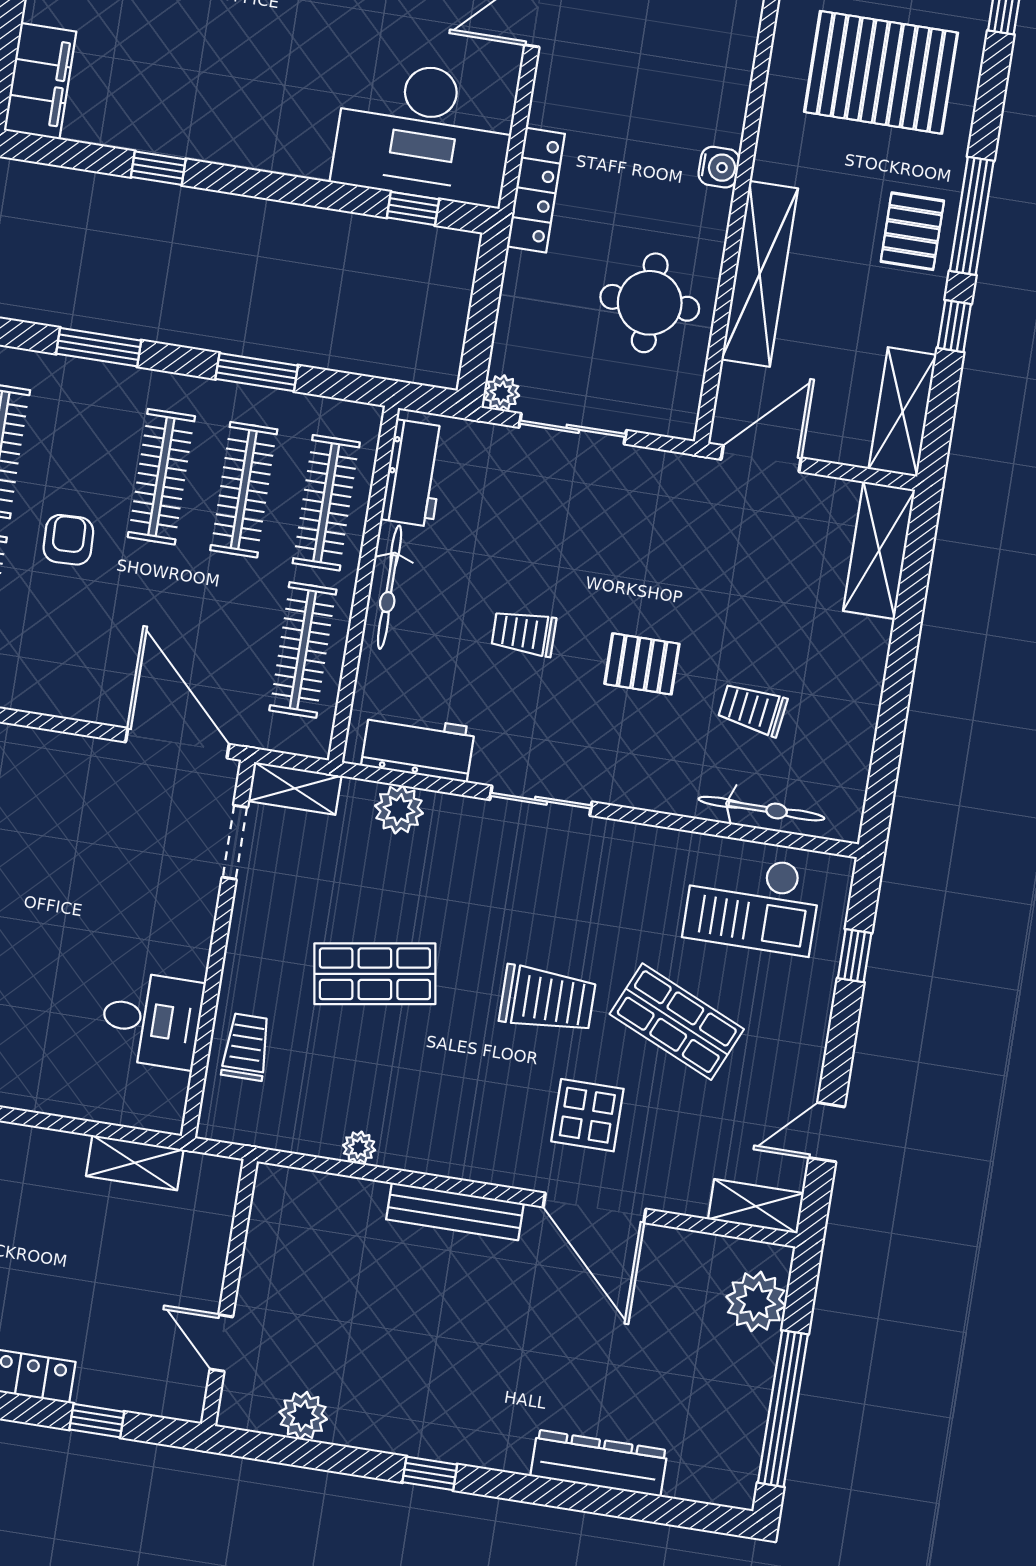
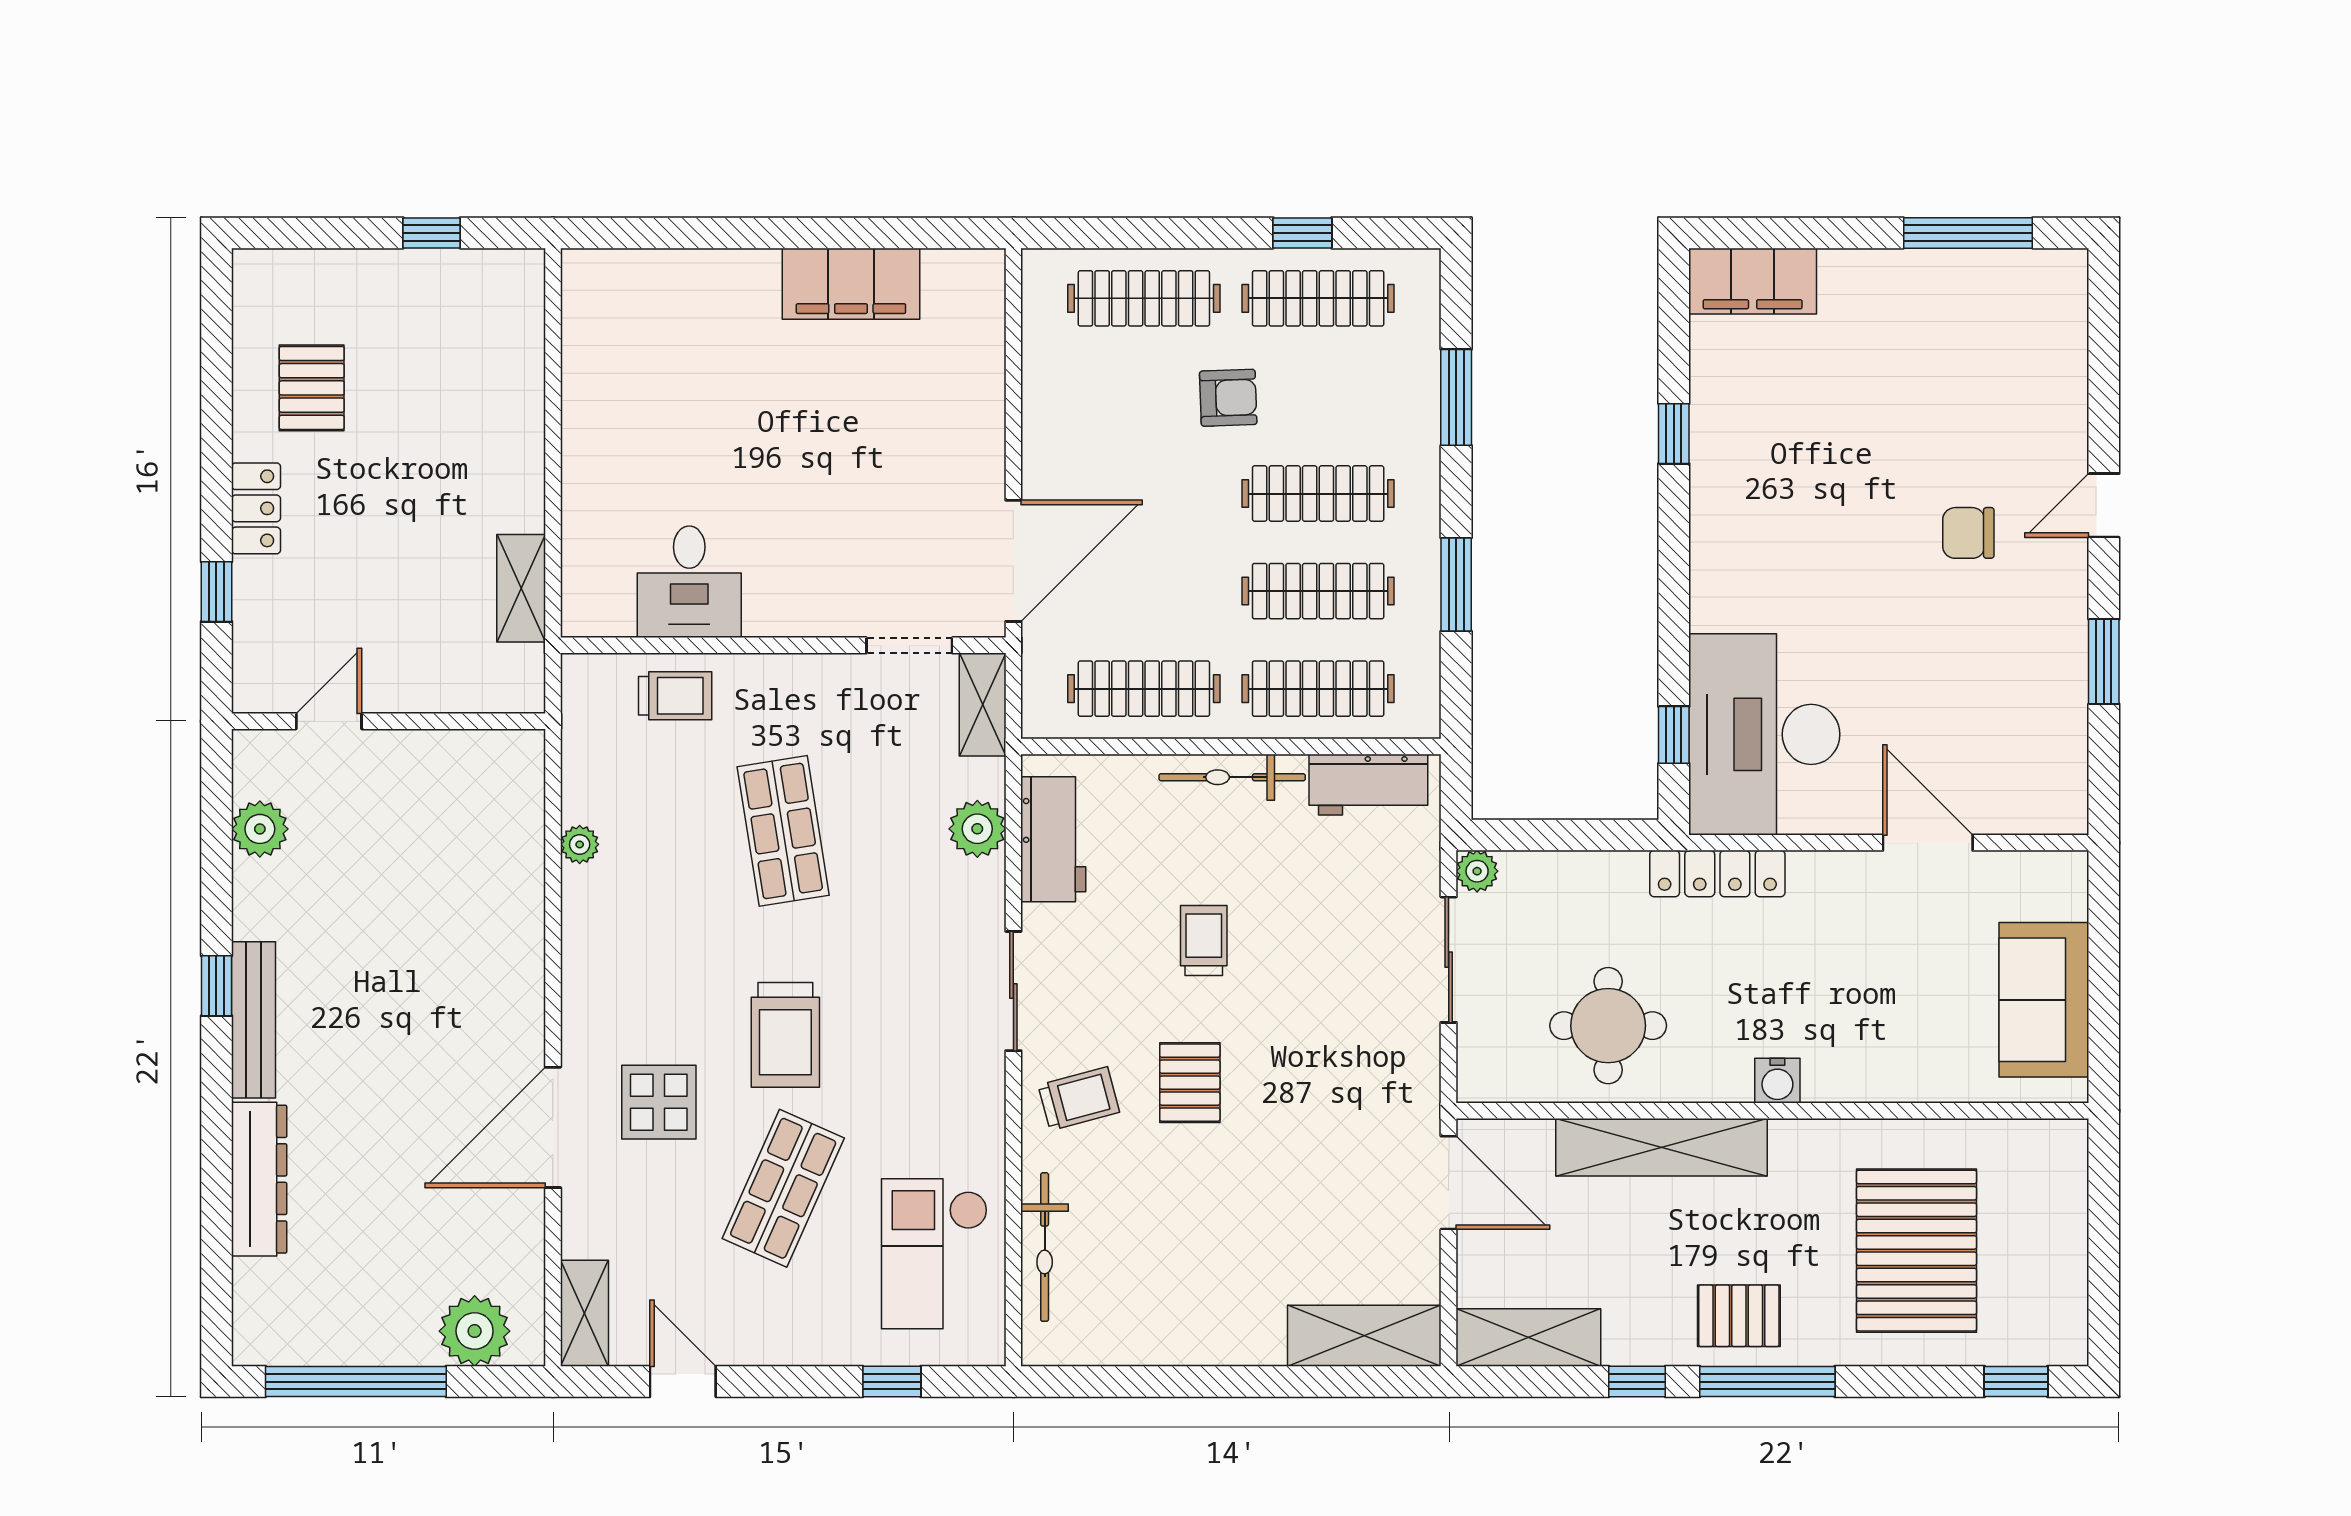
trolley: (753, 709) -> (1079, 1099), moved, turned 67
bench: (455, 1211) -> (254, 1020), moved

